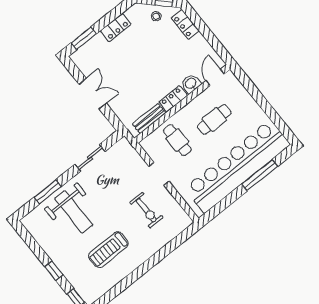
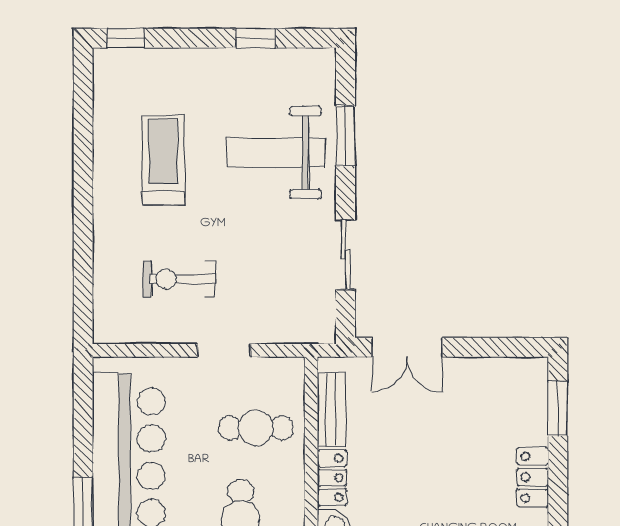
double door: (93, 94) -> (407, 347), moved
window: (54, 271) -> (256, 38), moved

